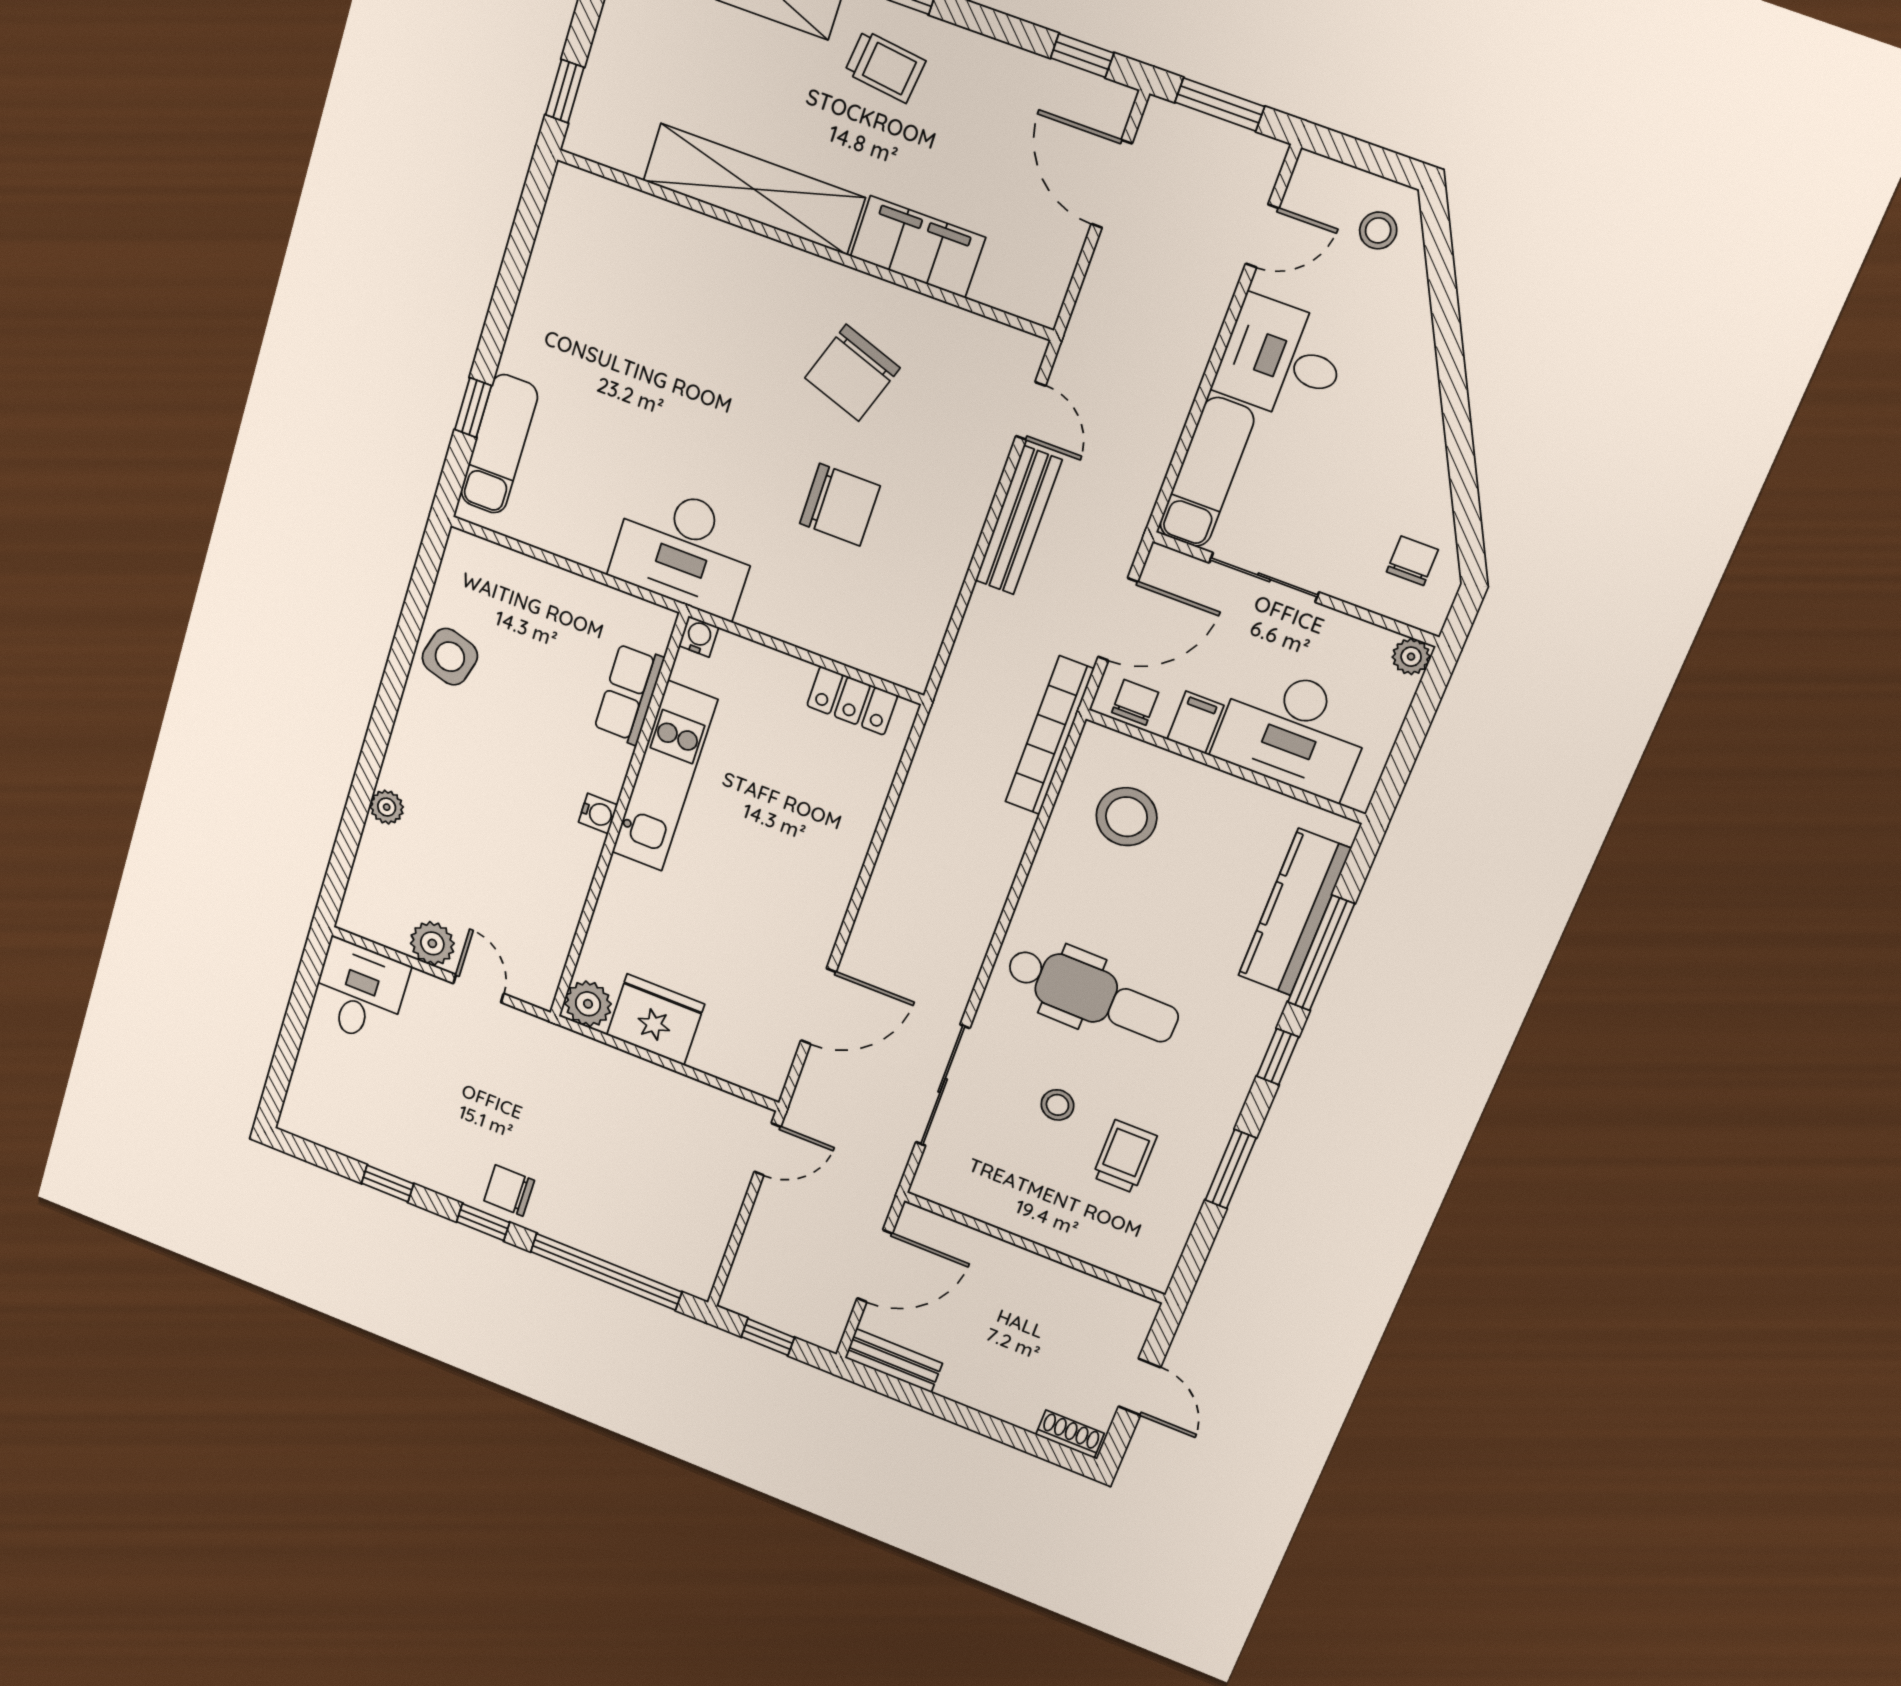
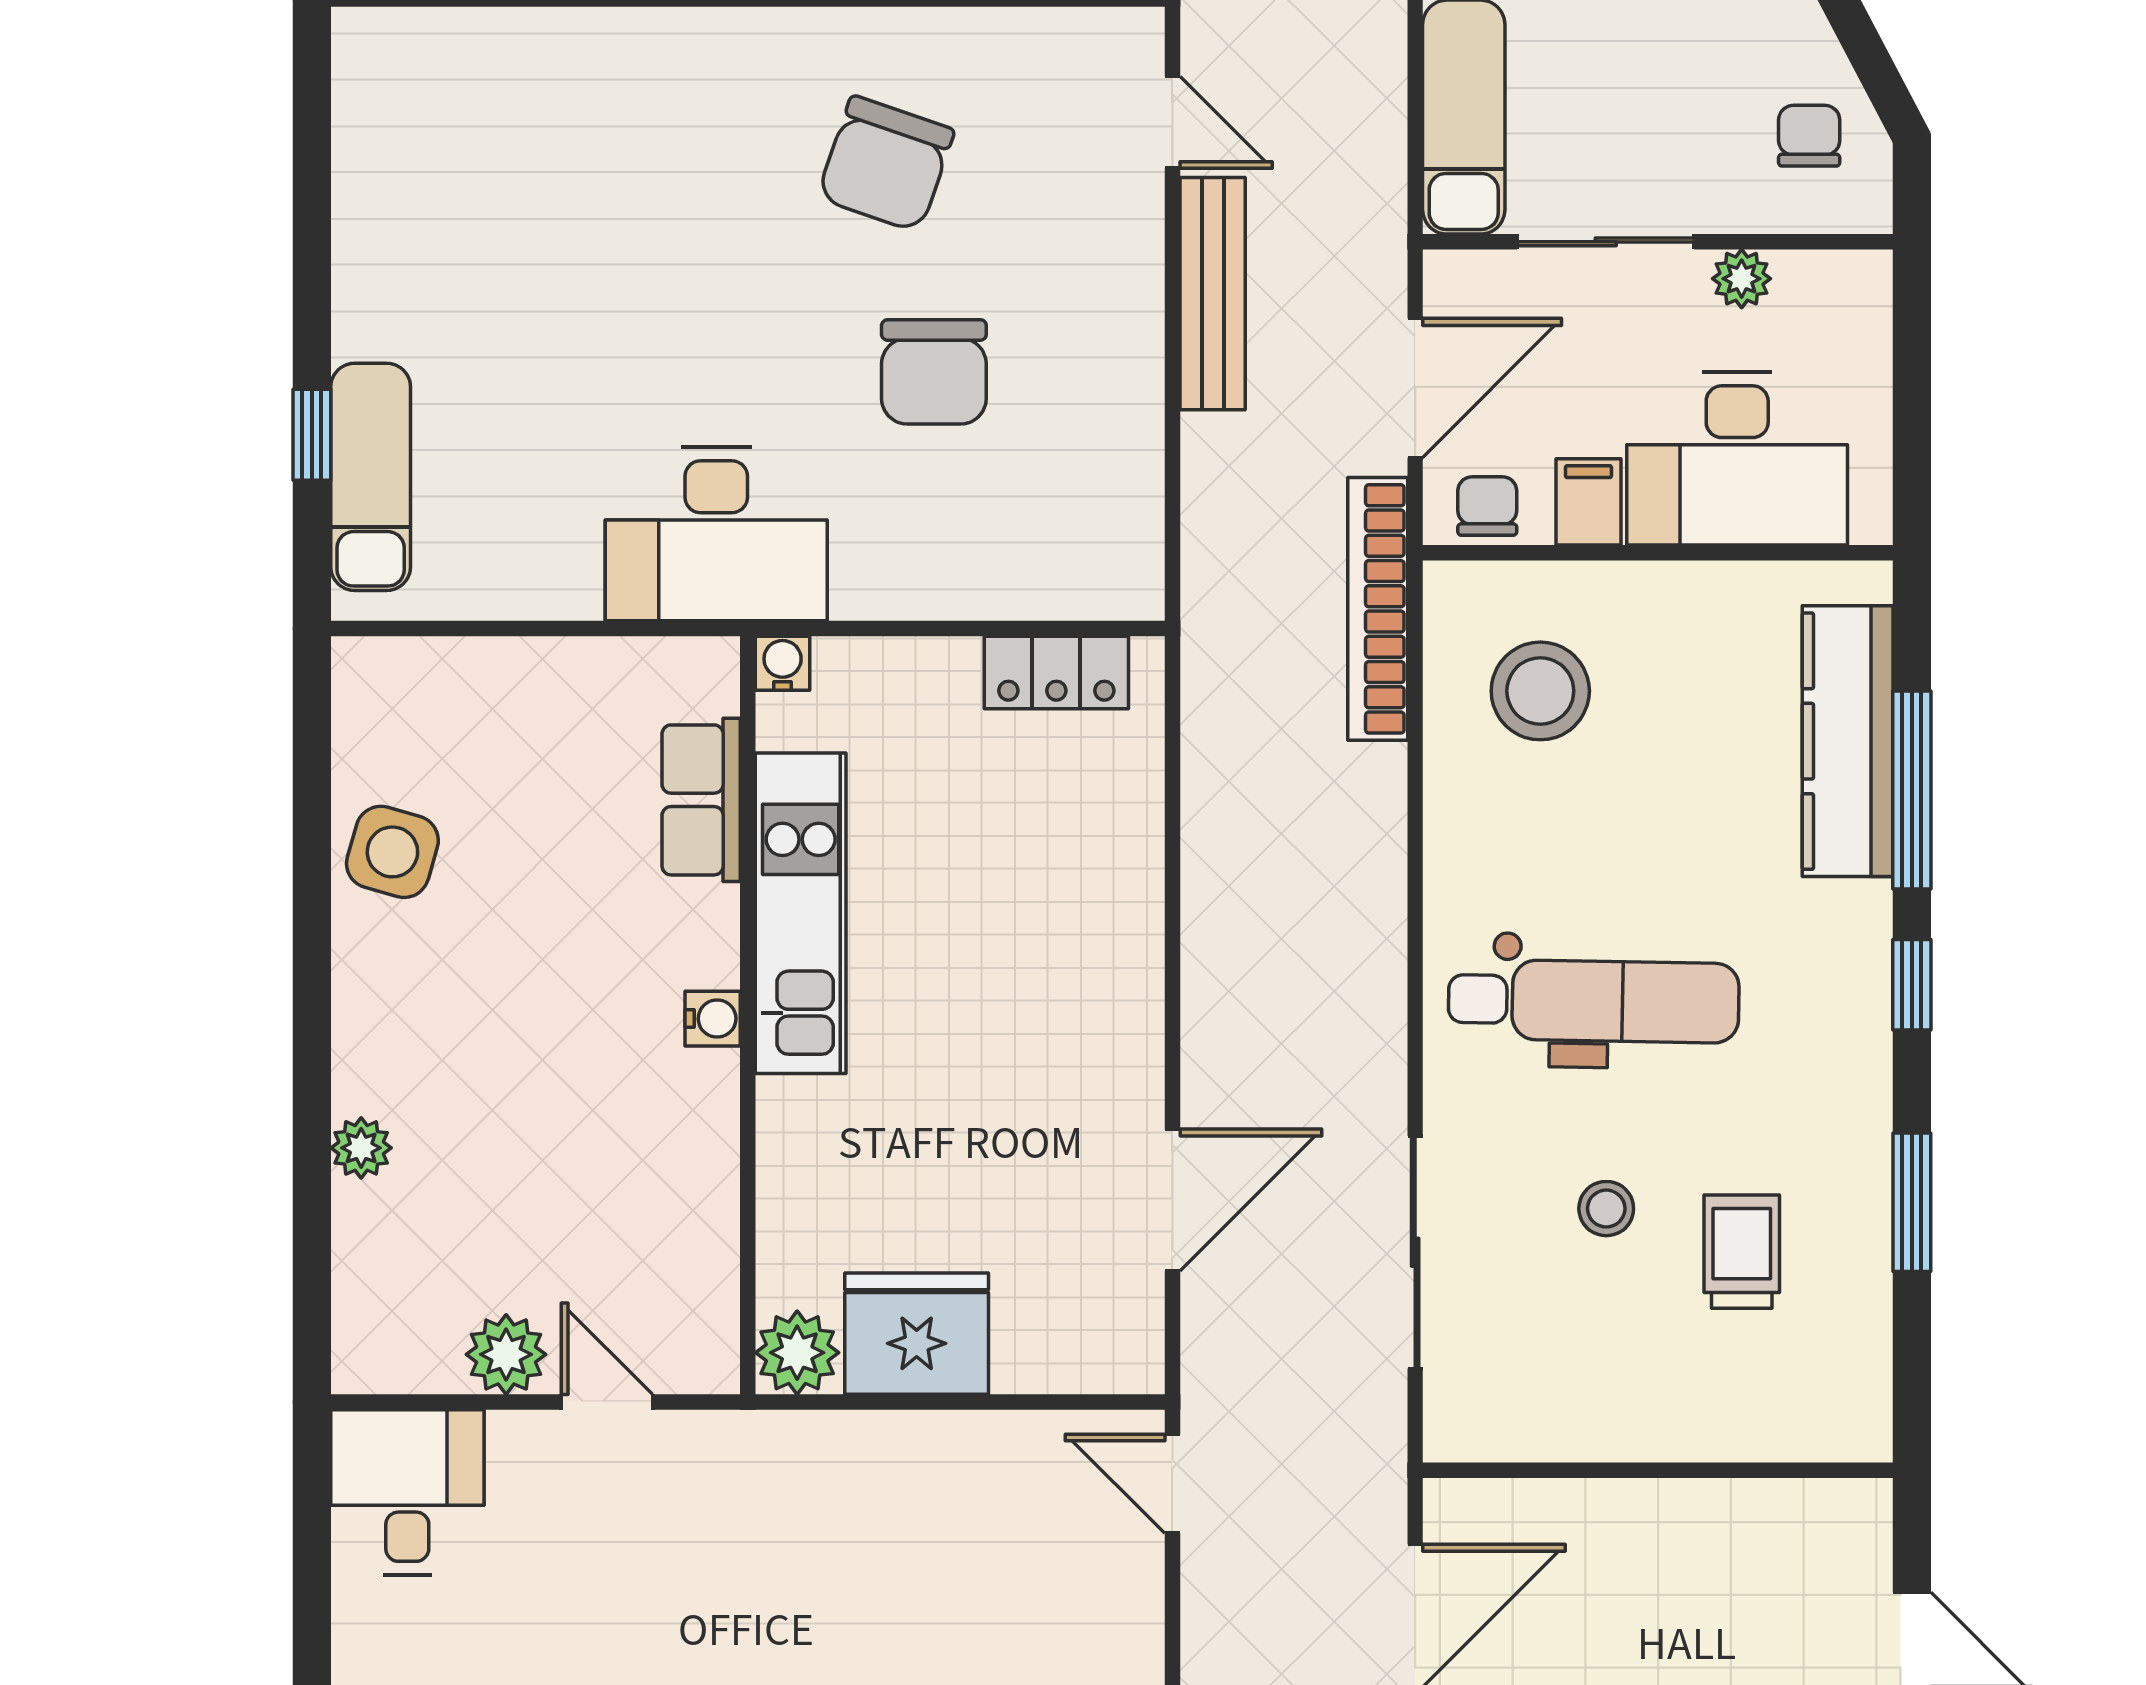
chair: (840, 505) -> (934, 372), turned 90
plant: (1411, 657) -> (1742, 279), moved
door: (768, 1149) -> (1172, 1484), swing flipped

